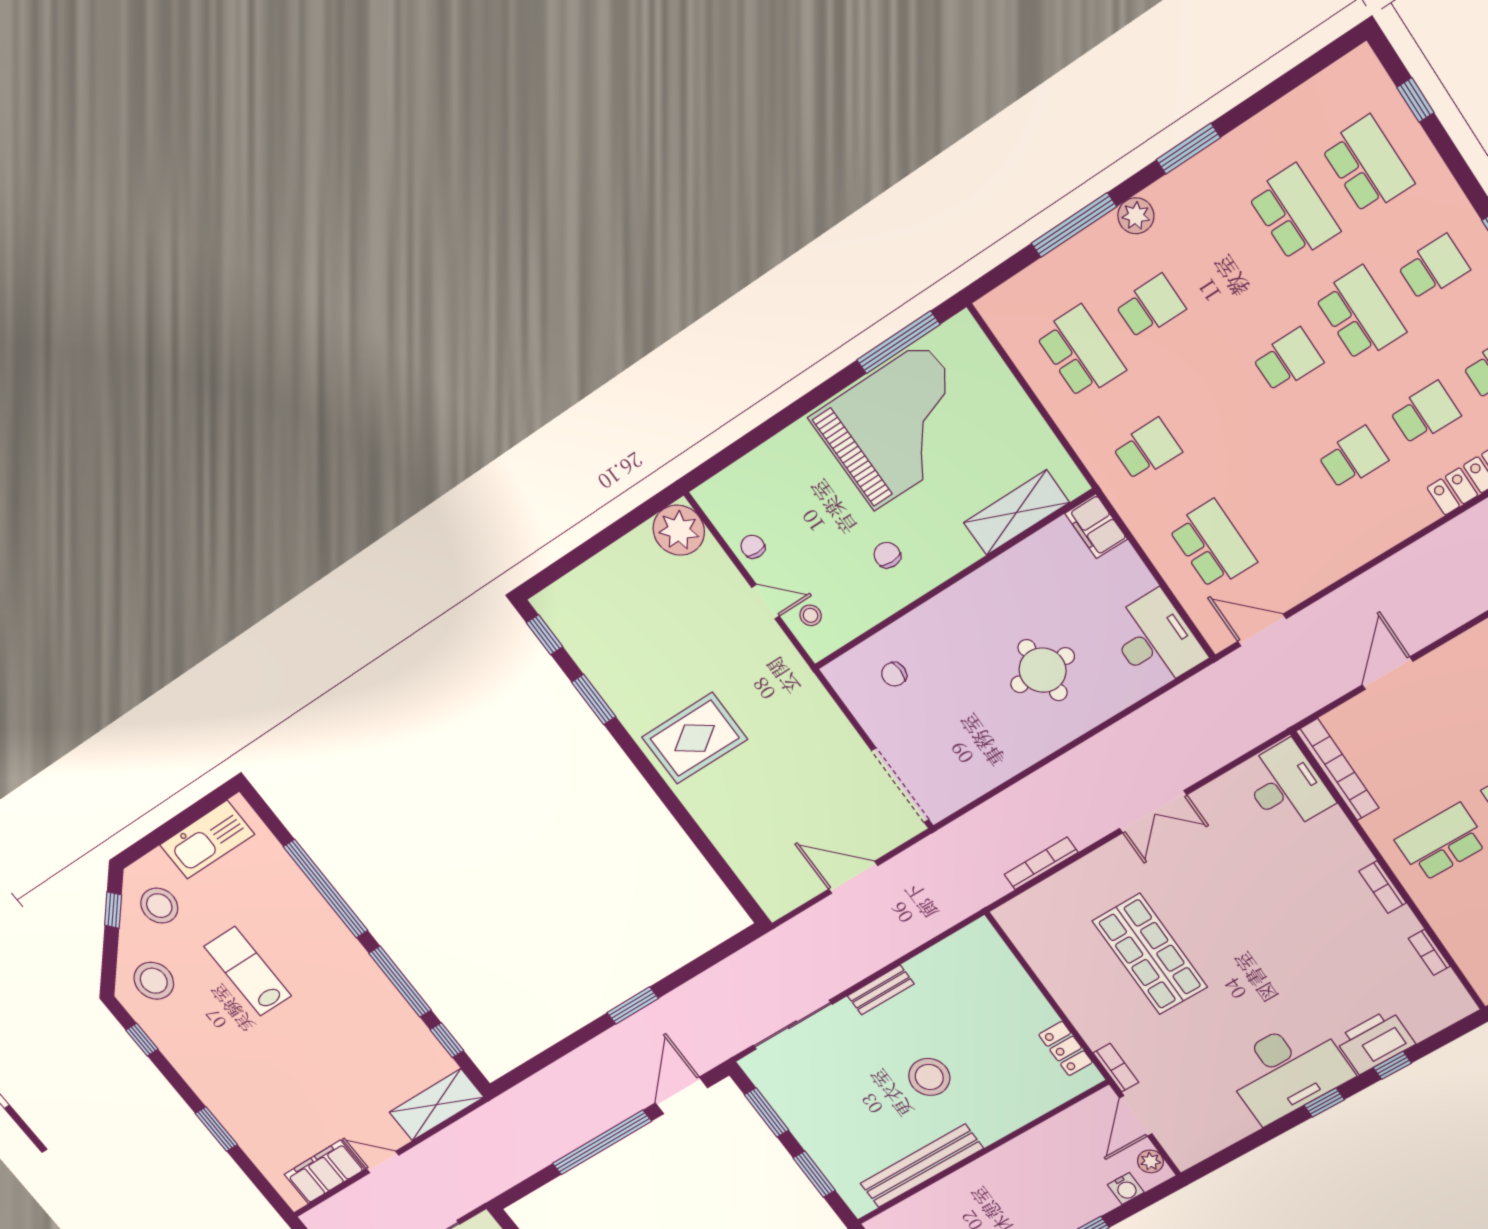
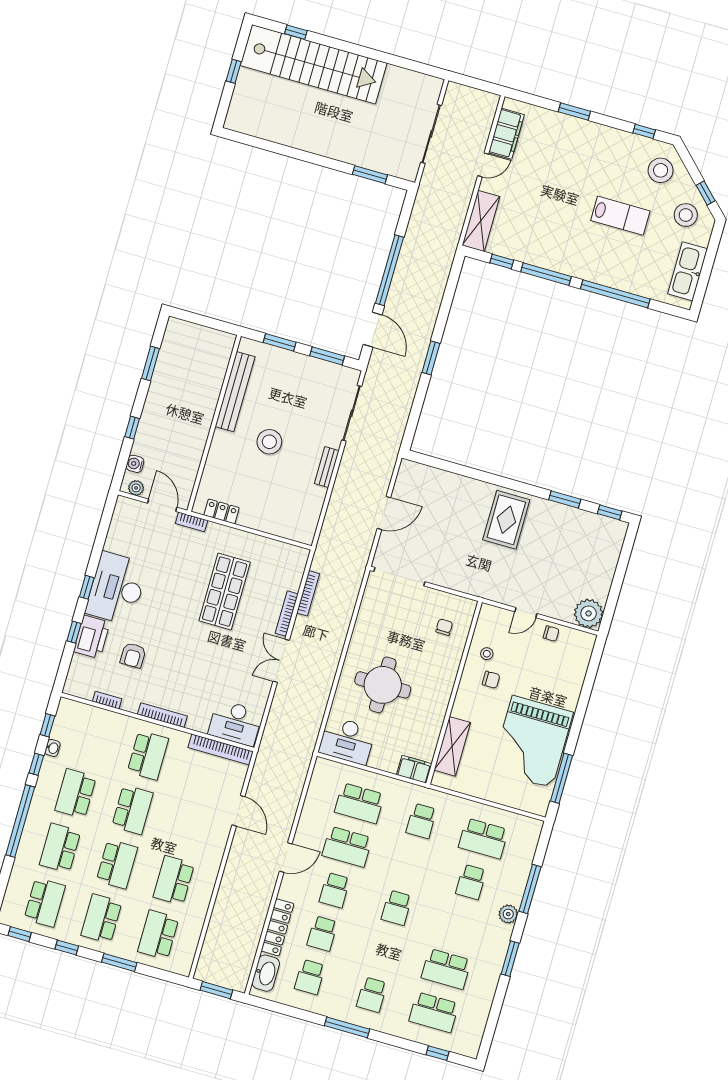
school desk: (1360, 314) -> (347, 847), moved
stool: (811, 615) -> (487, 654), moved
door: (1262, 630) -> (286, 857), moved
round table: (1043, 670) -> (383, 685), width x1.36, depth x1.36
bookcase: (1092, 862) -> (287, 614), added
bookcase: (1383, 887) -> (162, 715), width x1.56
shop shelf: (1150, 954) -> (225, 592), turned 90
armchair: (1343, 977) -> (133, 655), added

